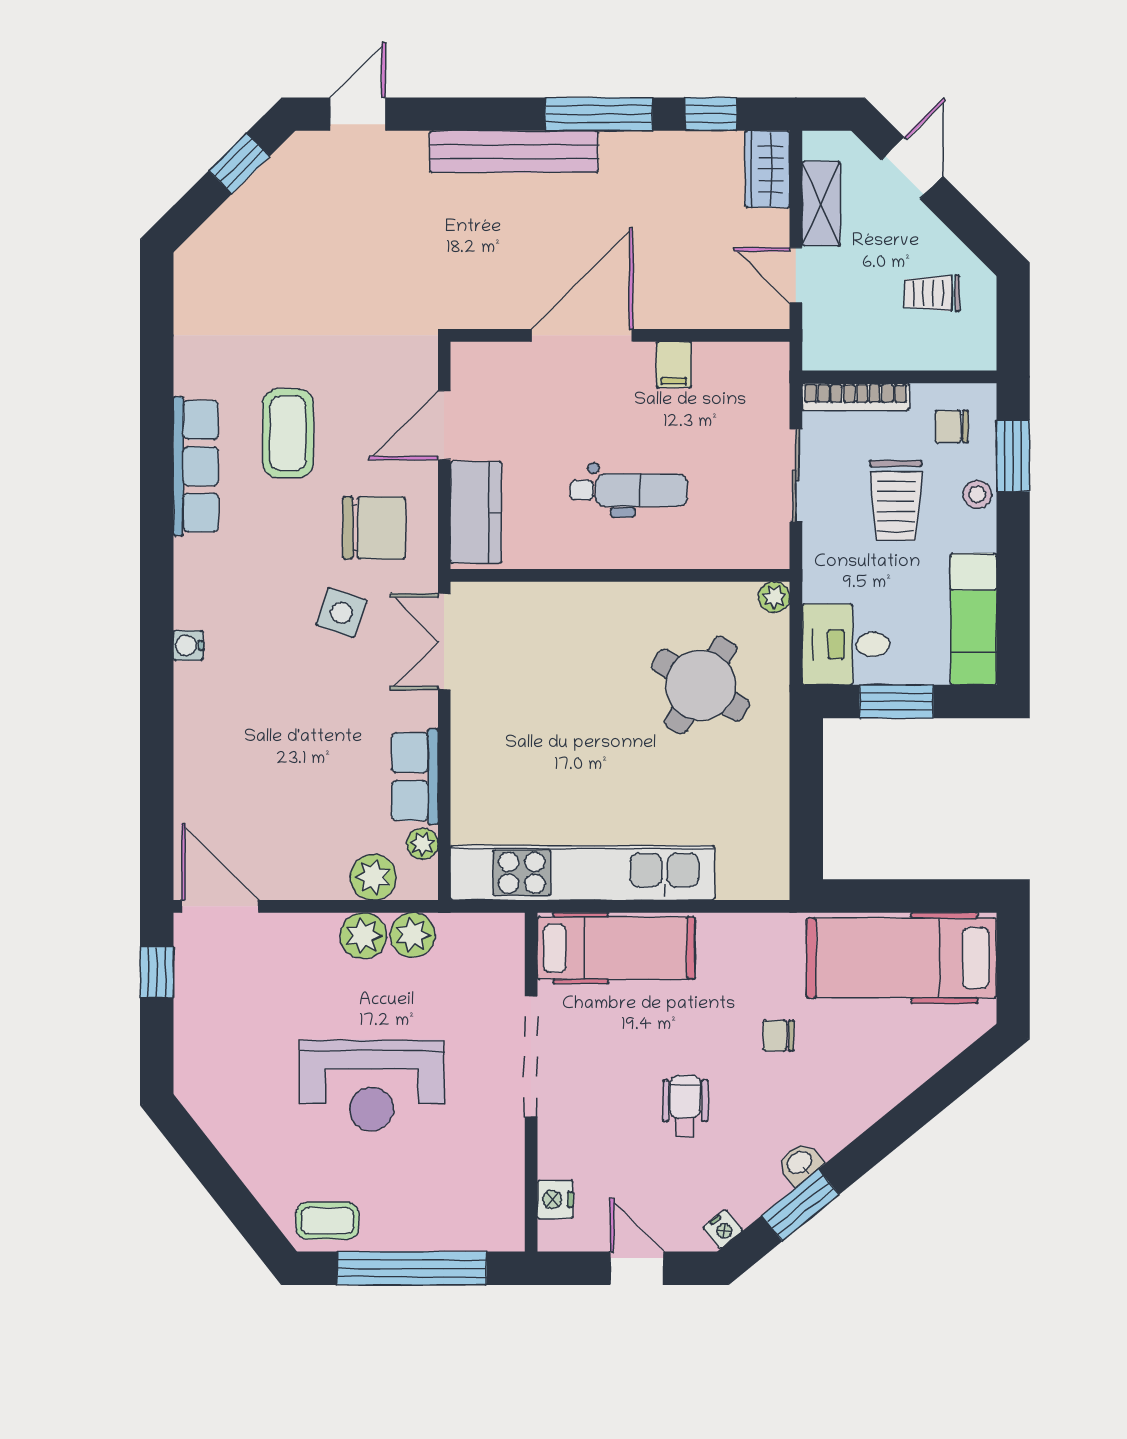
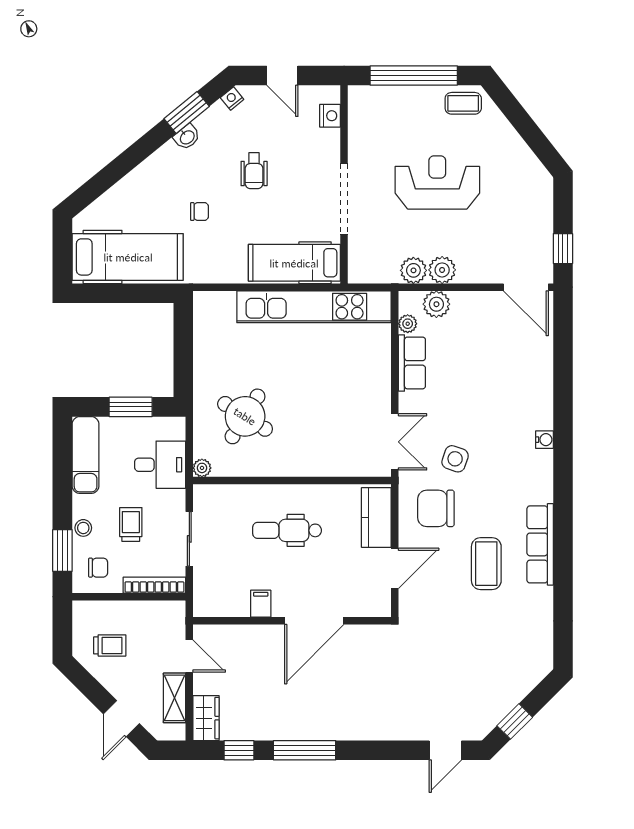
bench: (514, 152) -> (354, 728), removed
trolley: (896, 500) -> (131, 524), width x0.73, depth x0.72
desk: (846, 645) -> (160, 465), moved

